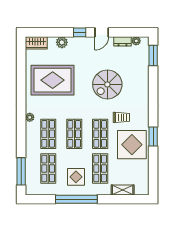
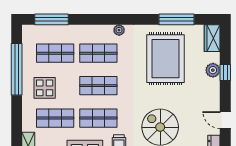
window: (80, 32) -> (225, 73), moved
window: (21, 71) -> (176, 19), added
window: (76, 199) -> (17, 69), moved

